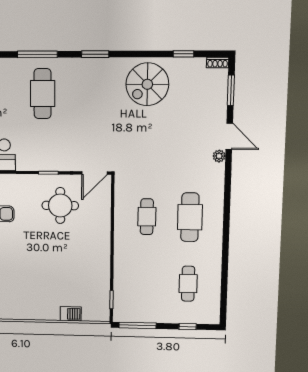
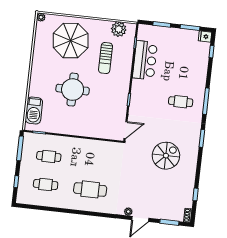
spiral stairs: (147, 84) -> (166, 156), moved, turned 90
cafe table: (43, 94) -> (181, 102), width x0.73, depth x0.74
door: (94, 173) -> (126, 130), swing flipped
round table: (60, 206) -> (73, 90), moved, width x1.36, depth x1.36
cafe table: (147, 217) -> (49, 156), moved
barbecue: (71, 314) -> (34, 110), width x1.88, depth x1.53

